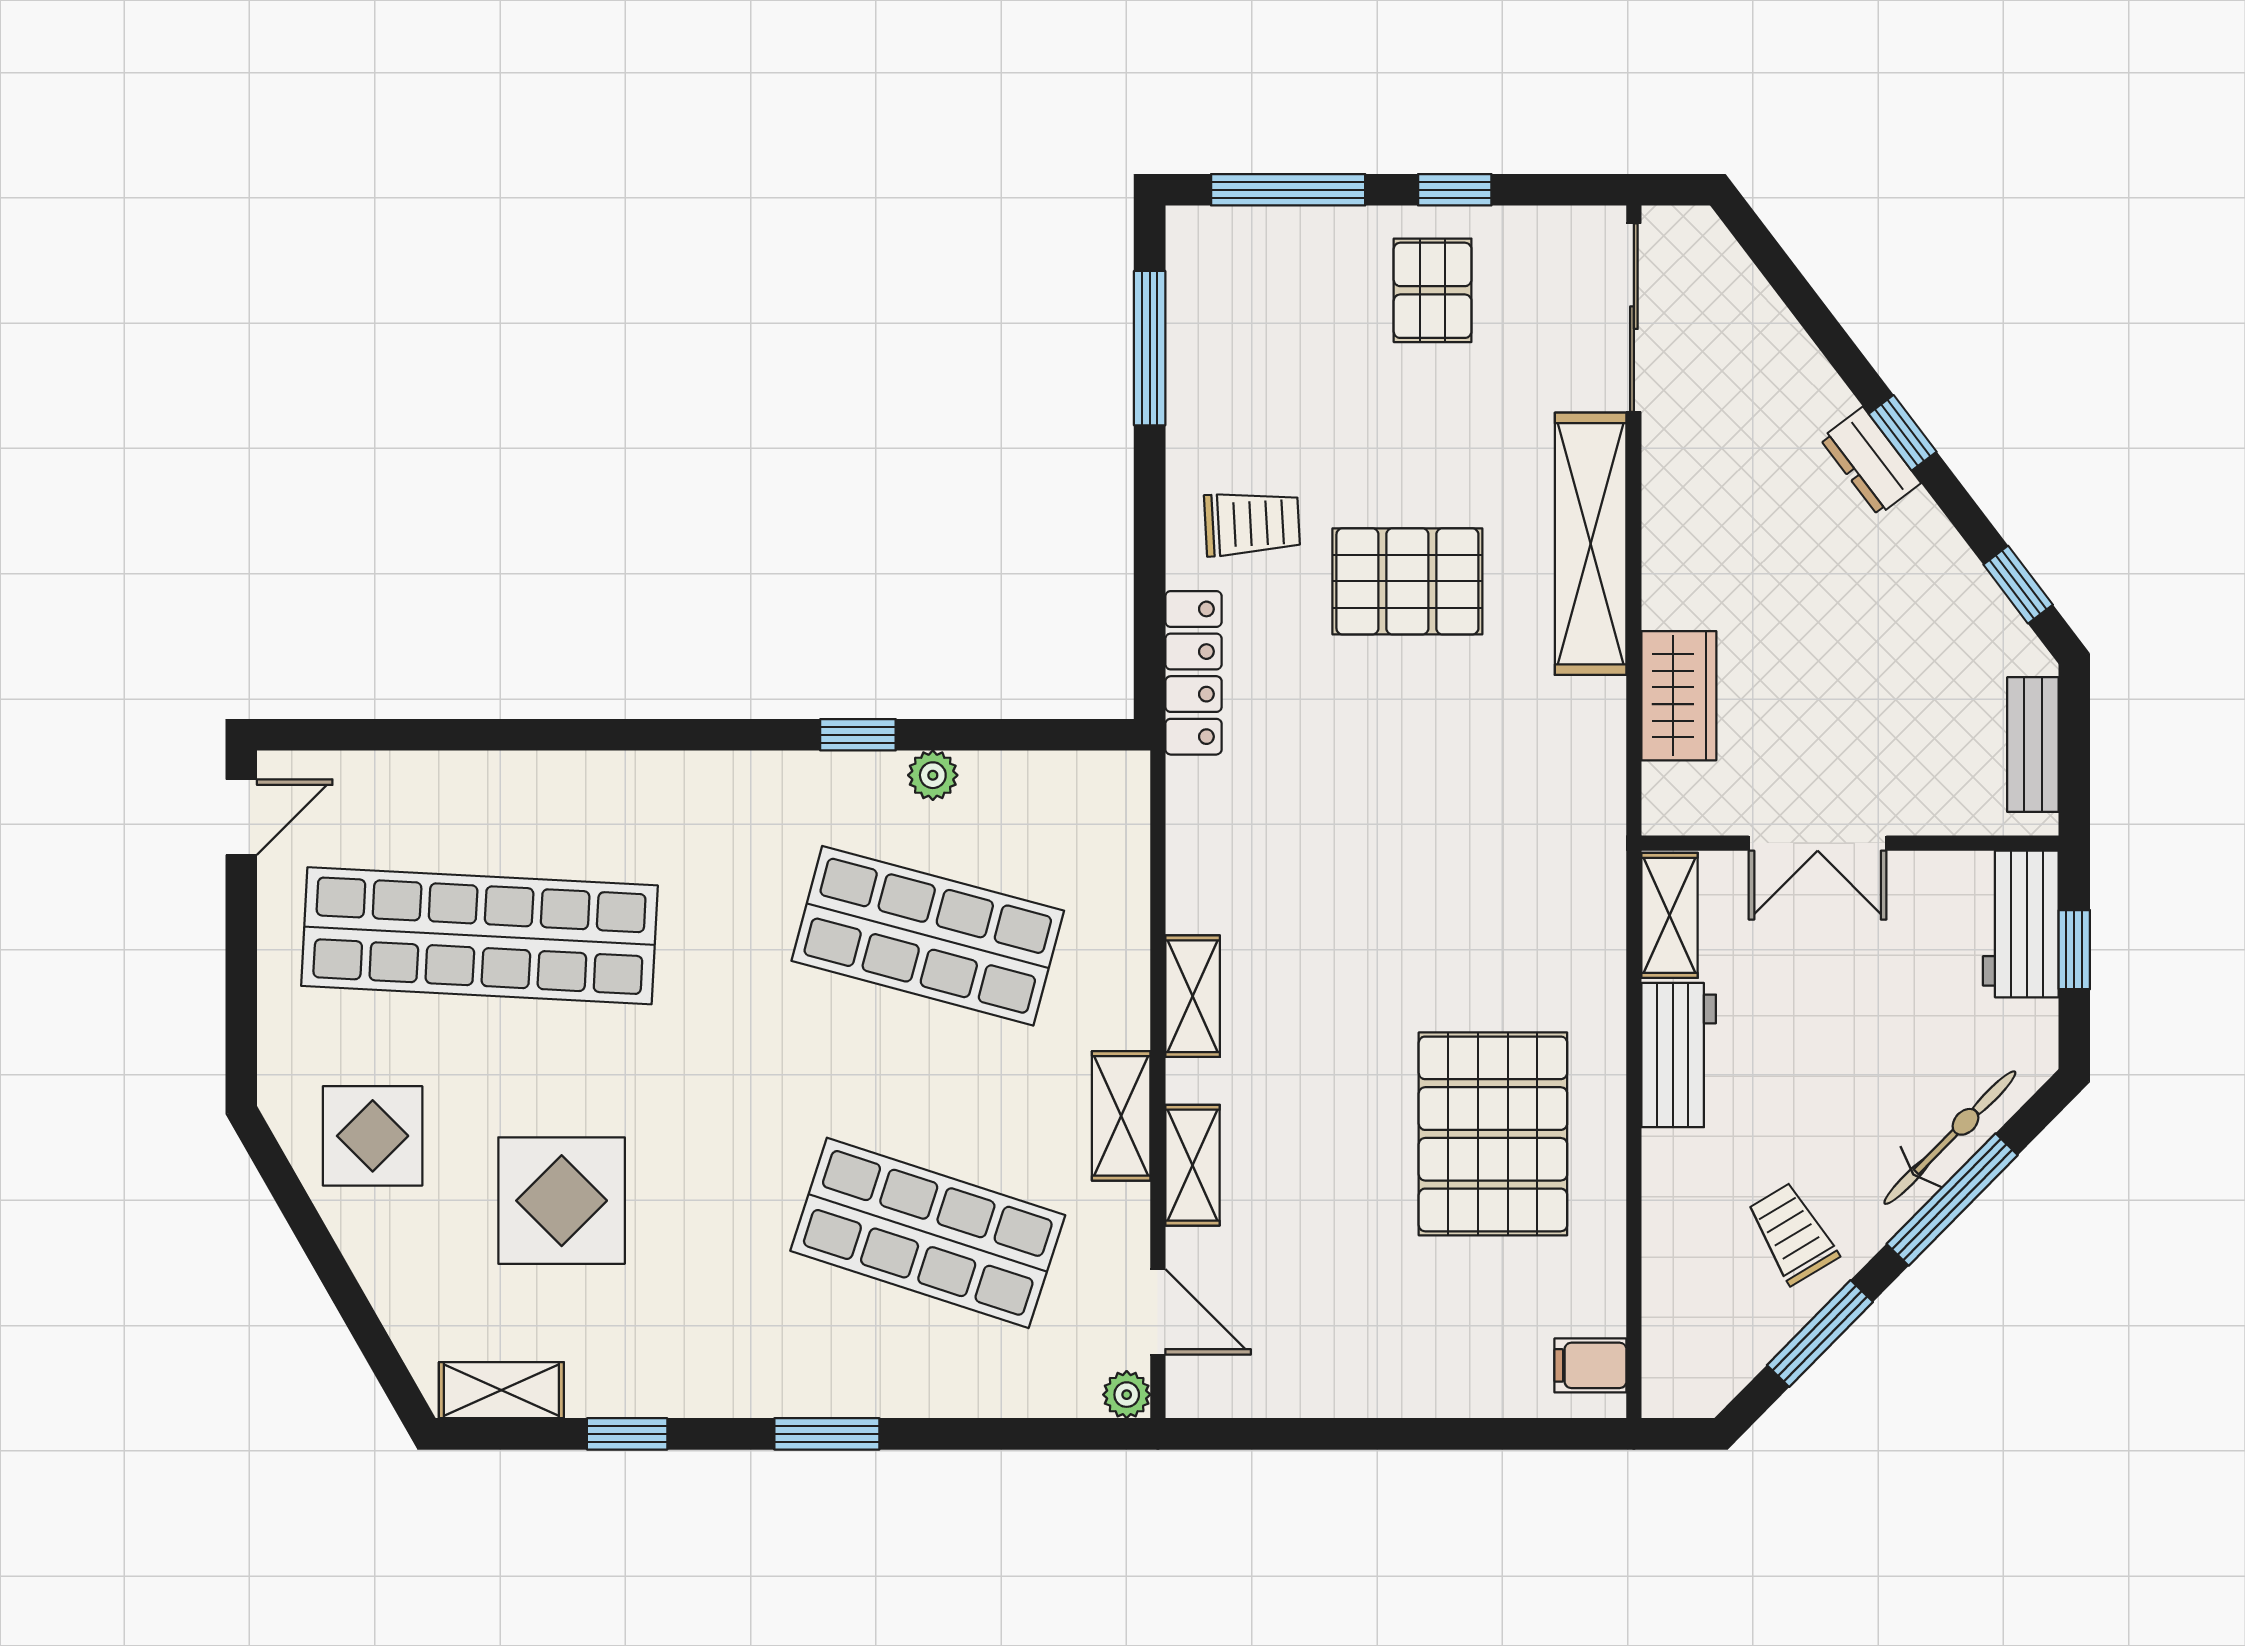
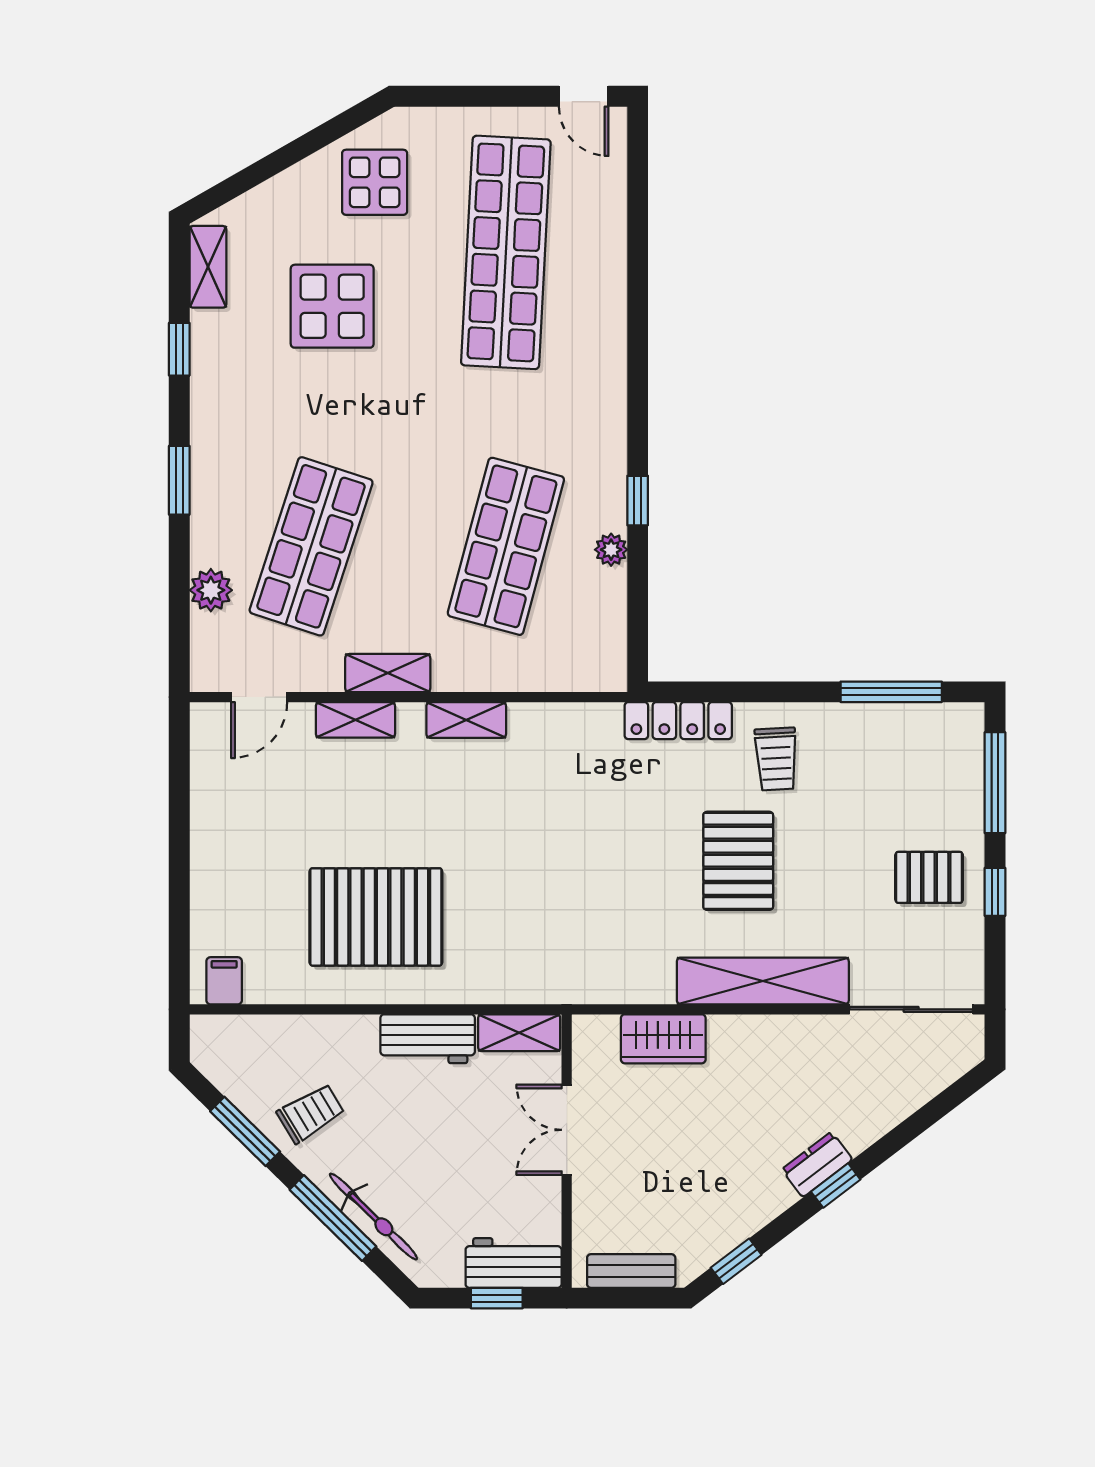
plant: (1127, 1395) -> (211, 590), moved, width x1.38, depth x1.38

